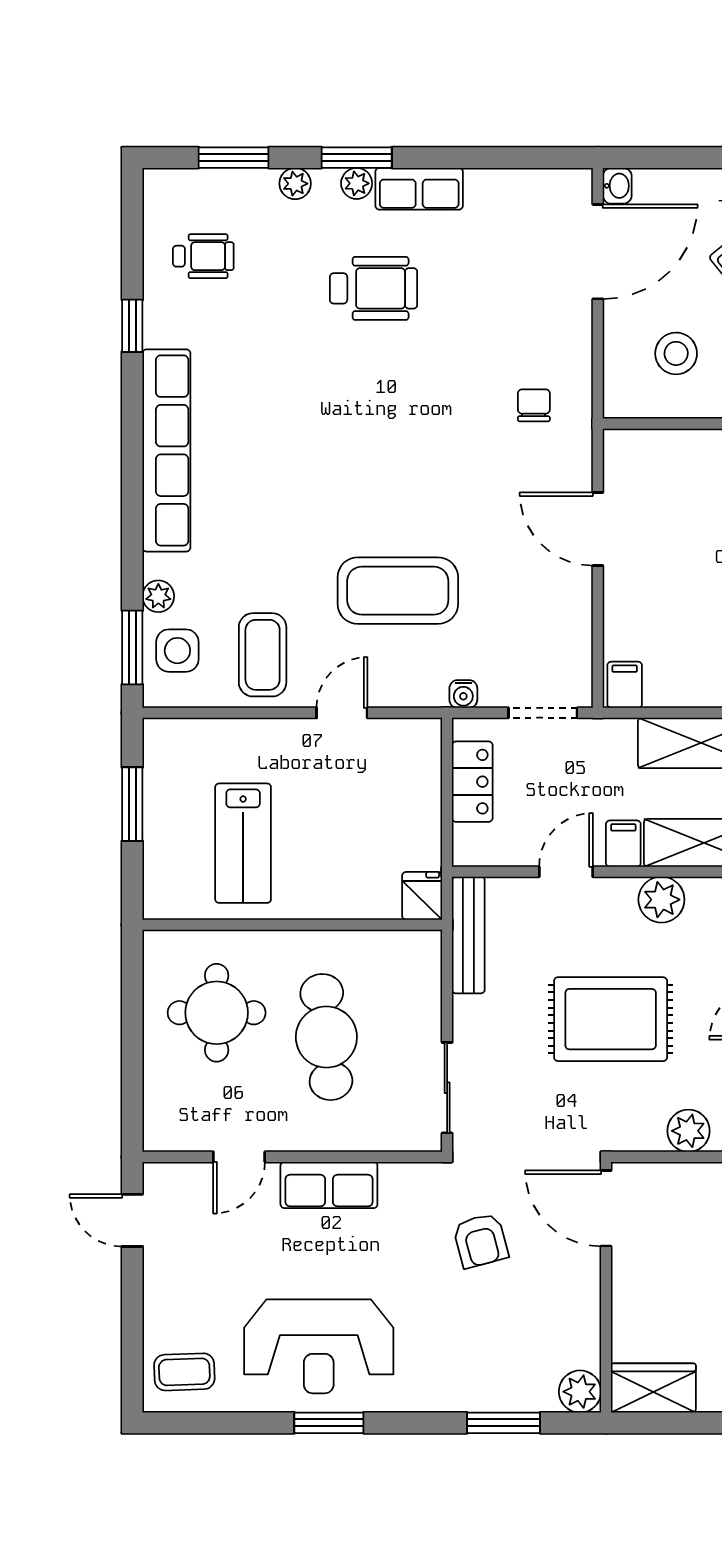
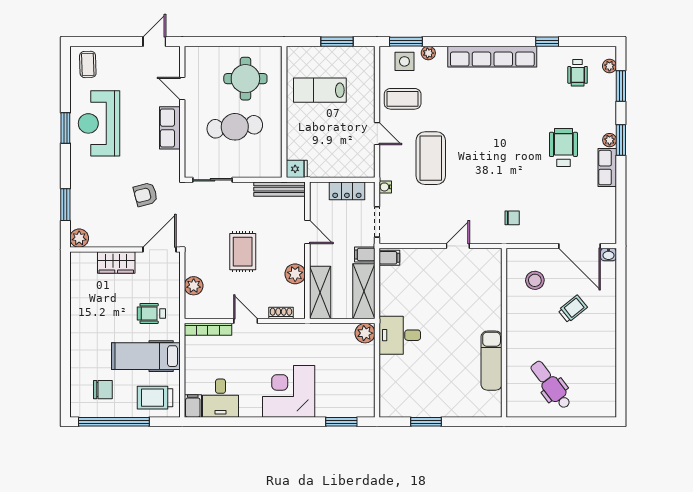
plant: (295, 184) -> (609, 66), moved
wheelchair: (374, 288) -> (563, 147), turned 180
door: (598, 529) -> (458, 246), width x0.73
filing cabinet: (623, 844) -> (365, 254), moved, turned 180
rug: (611, 1019) -> (243, 252), width x0.73, depth x0.70
wardrobe: (653, 1388) -> (116, 263), moved, turned 90

